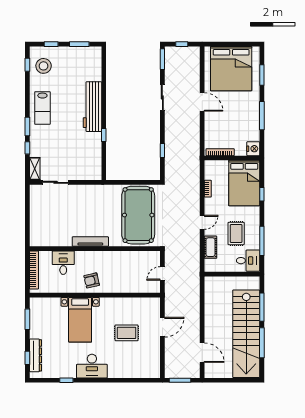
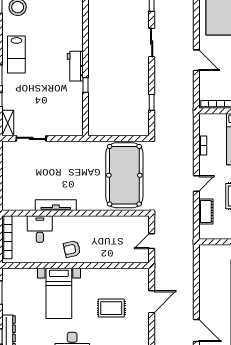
door: (202, 102) -> (196, 60), moved
workbench: (92, 107) -> (75, 66), width x0.53, depth x0.76
tv unit: (90, 242) -> (56, 205), moved

